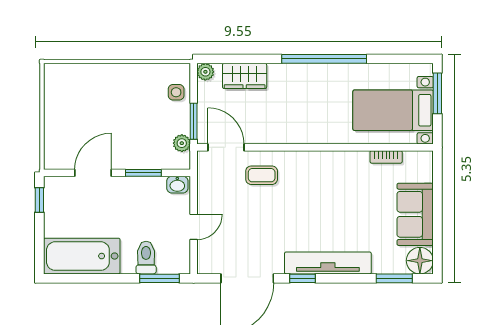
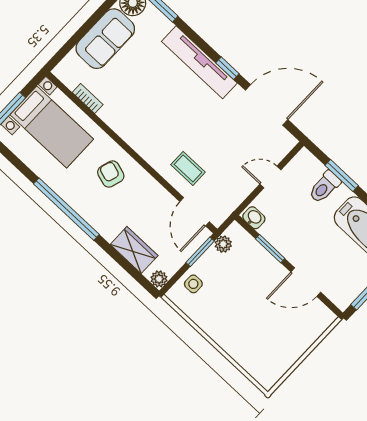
armchair: (316, 117) -> (111, 174), added
window: (160, 278) -> (342, 175), moved

